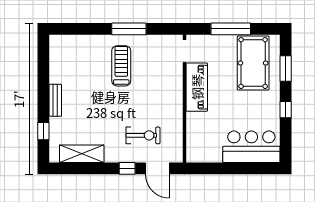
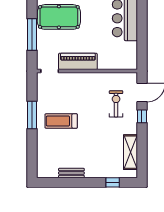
bench: (55, 100) -> (71, 173), moved

